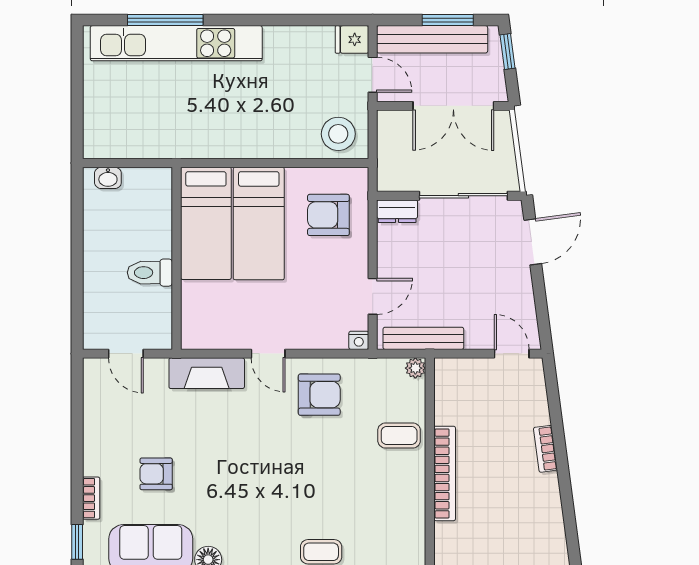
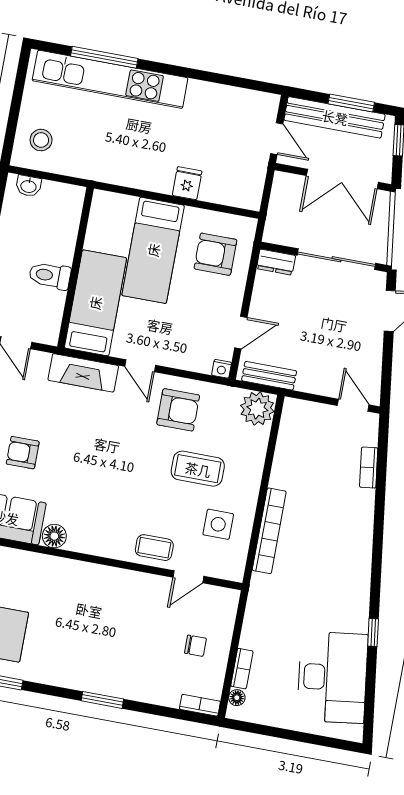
fridge: (352, 39) -> (187, 183), moved, turned 90
stool: (338, 134) -> (41, 140), moved, width x0.73, depth x0.73
bed: (206, 223) -> (95, 303), moved, turned 180
bench: (423, 338) -> (269, 376), width x0.73
plant: (415, 368) -> (257, 409), width x1.88, depth x1.88
coffee table: (399, 435) -> (198, 469), moved, width x1.36, depth x1.30
bookcase: (545, 449) -> (369, 468), moved
bookcase: (445, 473) -> (269, 531), moved
side table: (387, 513) -> (218, 524), added

